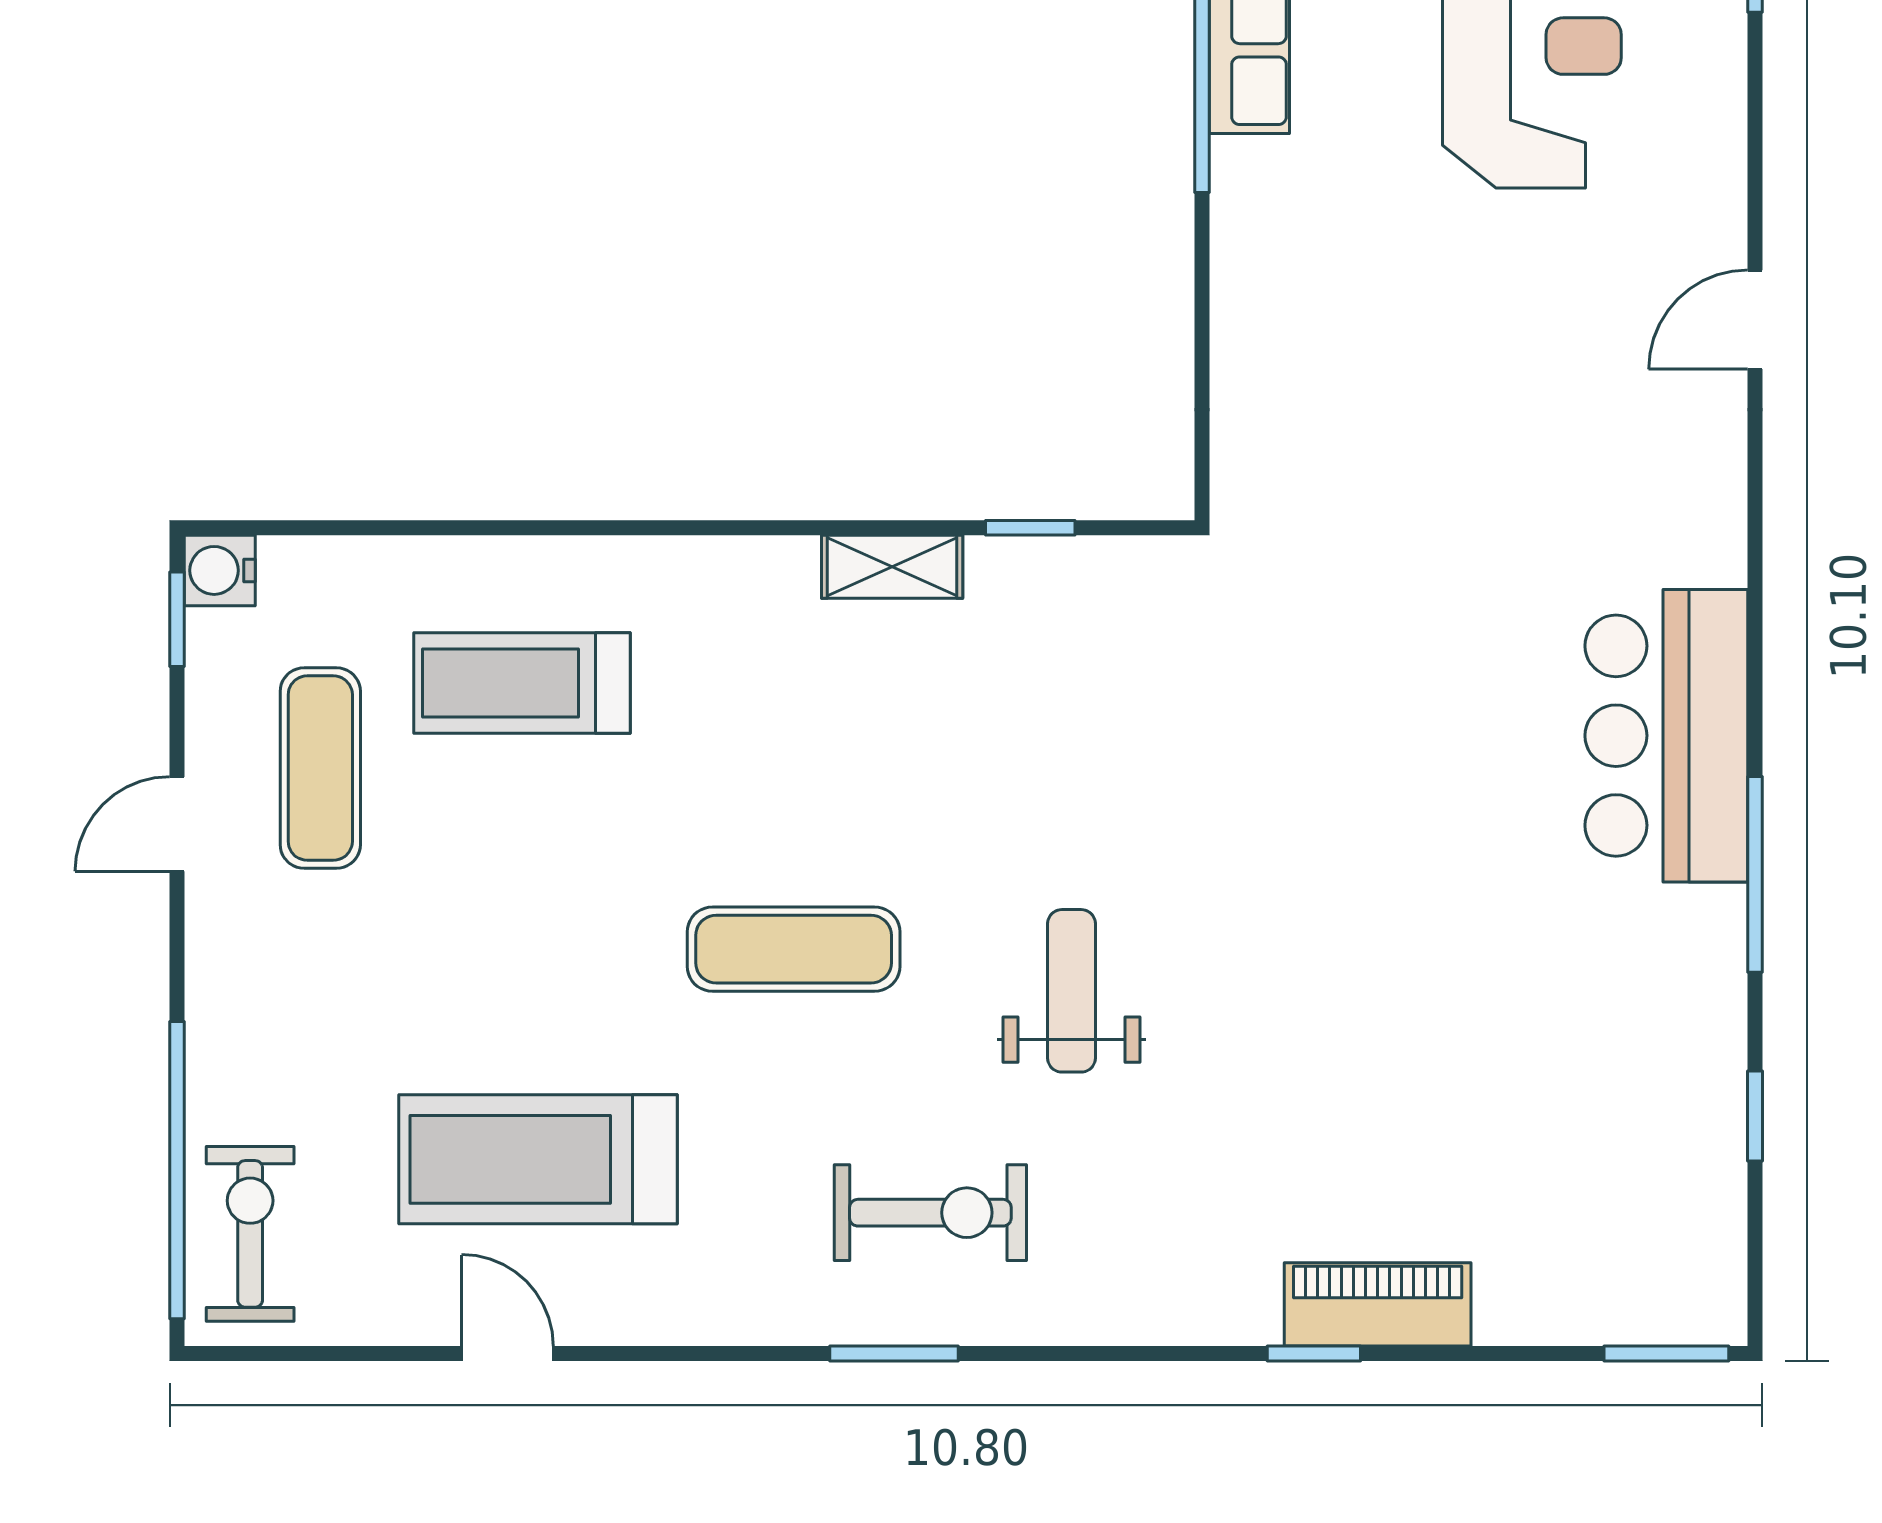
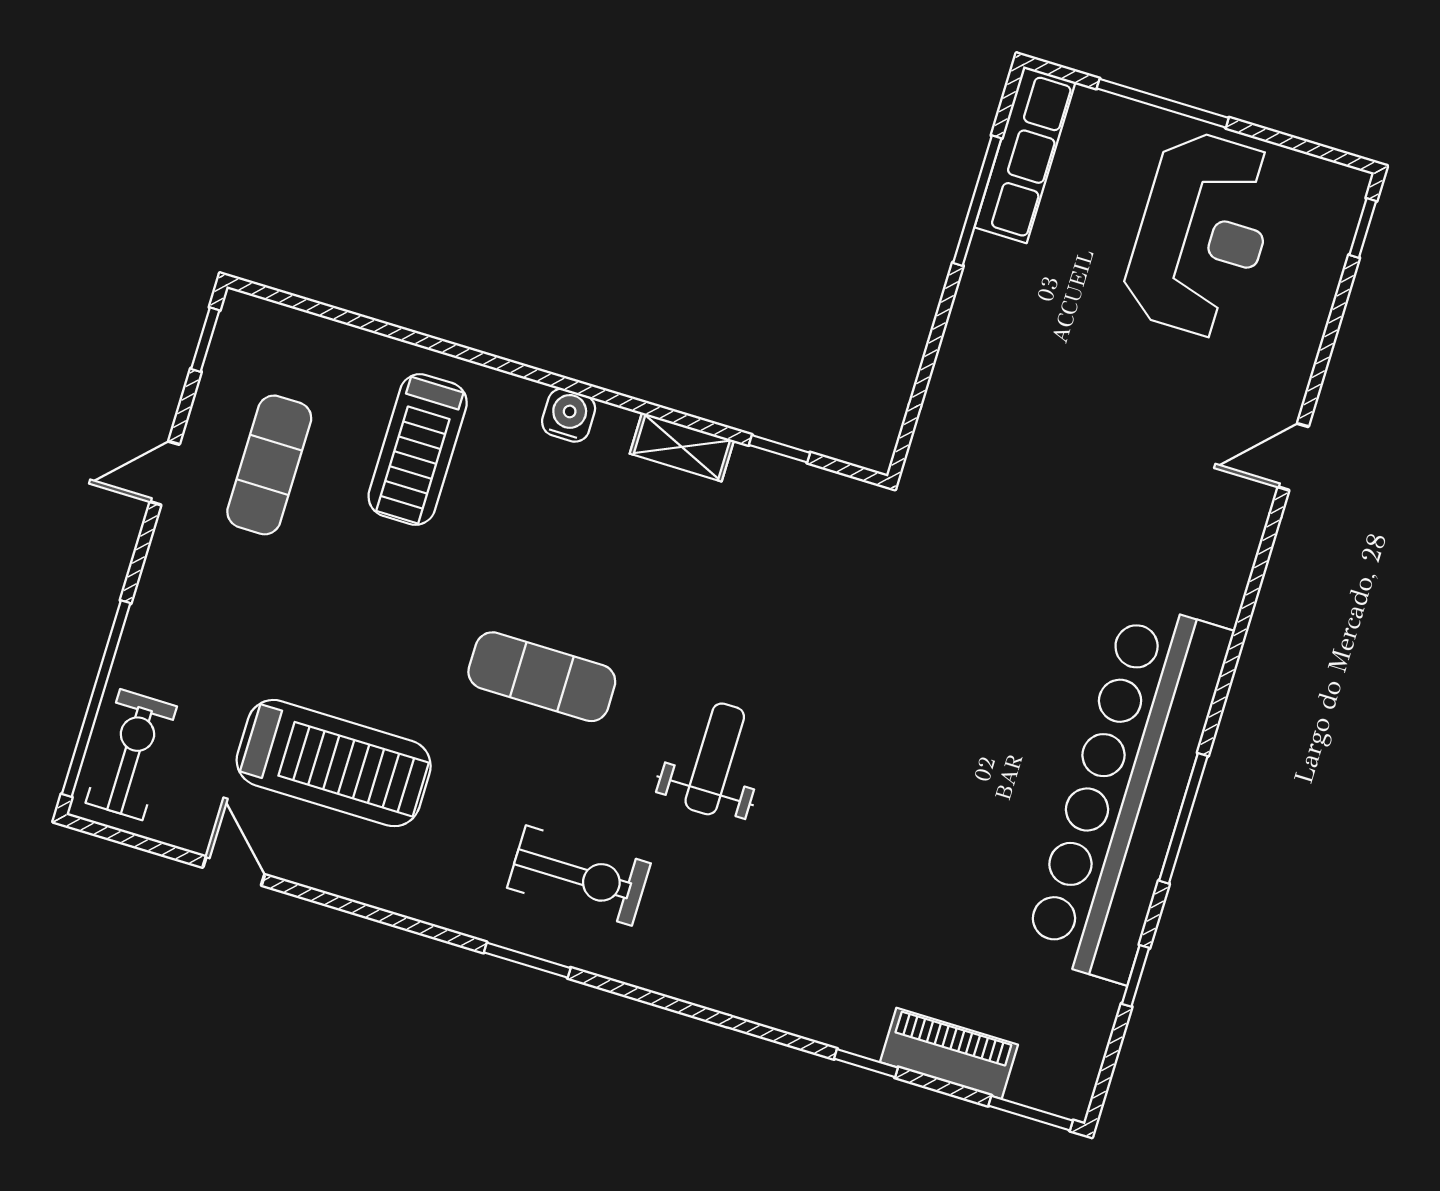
water cooler: (220, 570) -> (569, 415), moved, turned 90
treadmill: (522, 683) -> (418, 449), turned -90
bar counter: (1666, 736) -> (1128, 792), width x1.86
treadmill: (538, 1159) -> (334, 763), turned 180
piano: (1378, 1304) -> (949, 1053), moved
door: (508, 1354) -> (234, 871), moved
window: (1314, 1354) -> (866, 1063), moved

